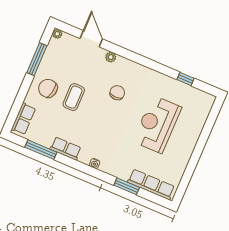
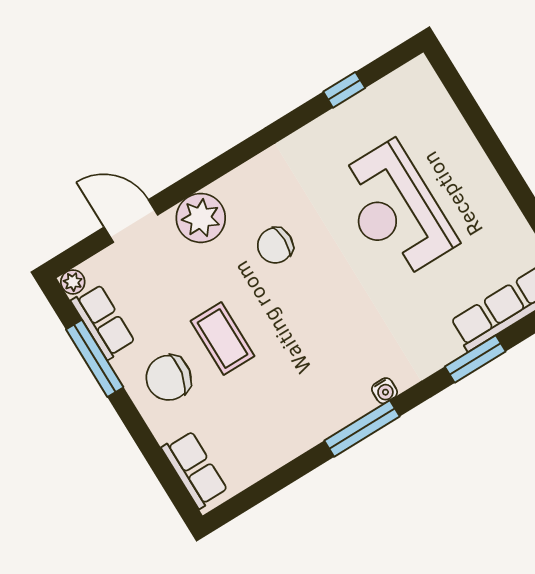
plant: (111, 57) -> (201, 218), width x1.88, depth x1.88
chair: (117, 93) -> (275, 245), turned -90
row of seats: (66, 149) -> (103, 322), moved, turned 90
window: (41, 150) -> (362, 429), moved

